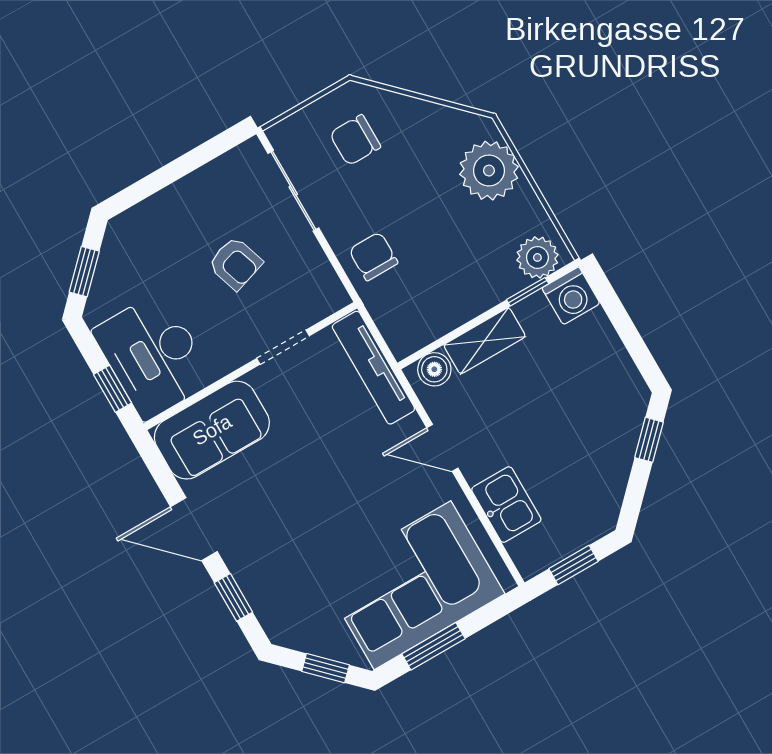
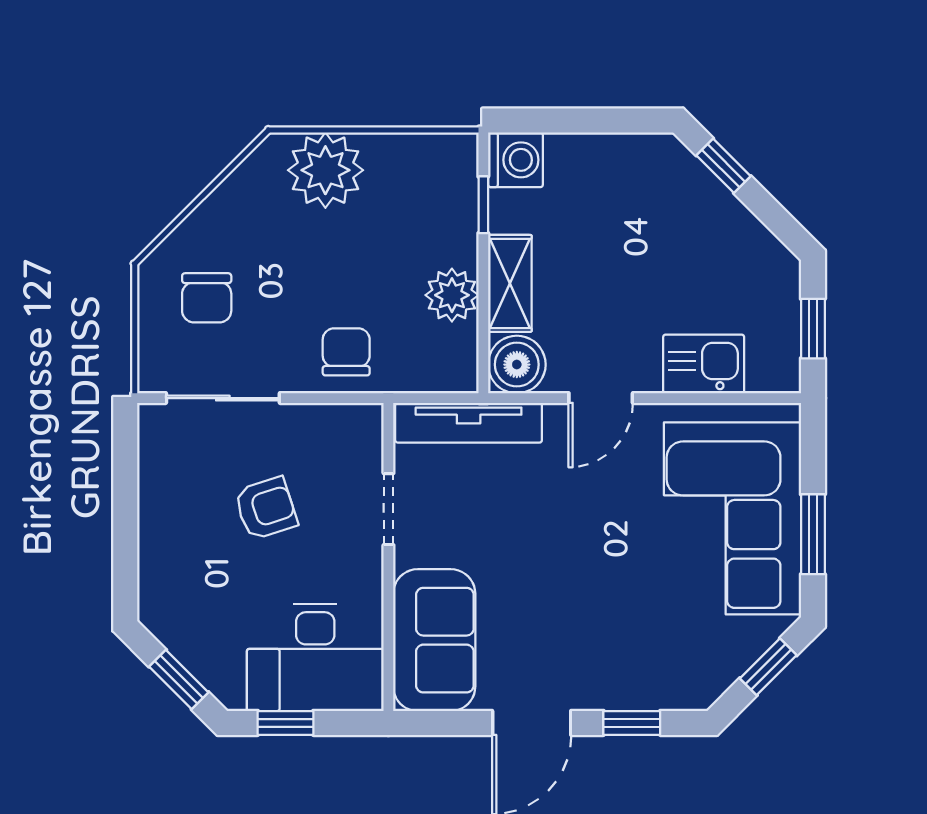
chair: (373, 256) -> (346, 352), turned 90
plant: (537, 257) -> (452, 295), moved
boiler: (434, 369) -> (517, 365), width x1.36, depth x1.36
window: (113, 389) -> (286, 723), moved

